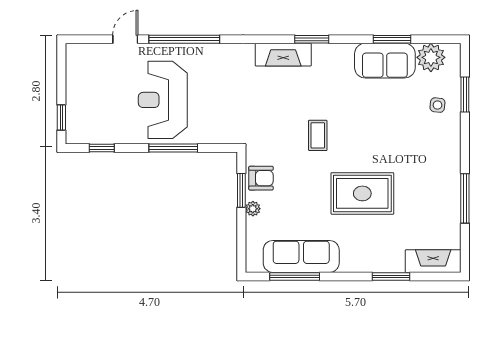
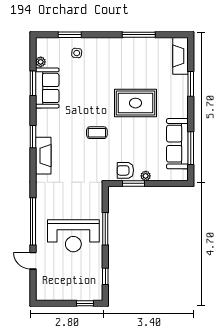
plant: (431, 57) -> (41, 62), width x0.53, depth x0.53
armchair: (261, 178) -> (125, 170), turned -90
rug: (362, 193) -> (136, 103), turned 90

